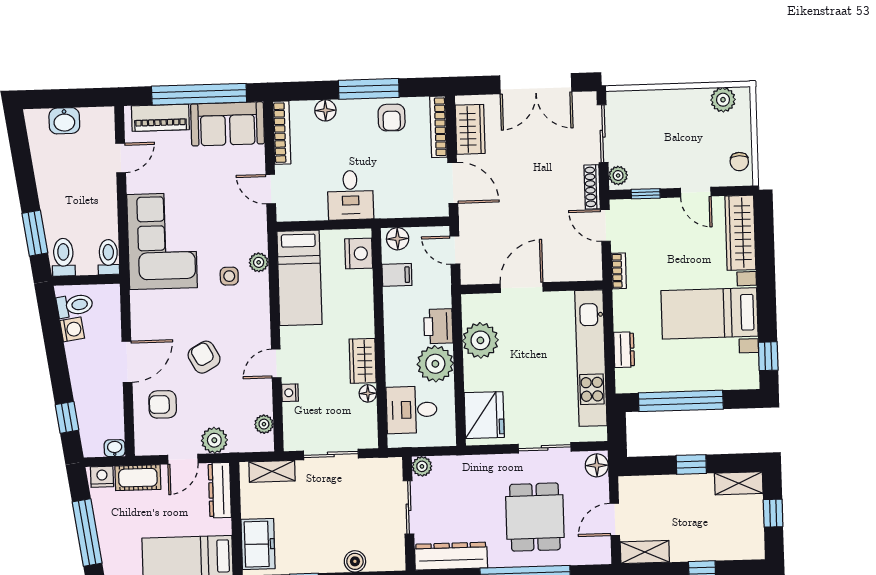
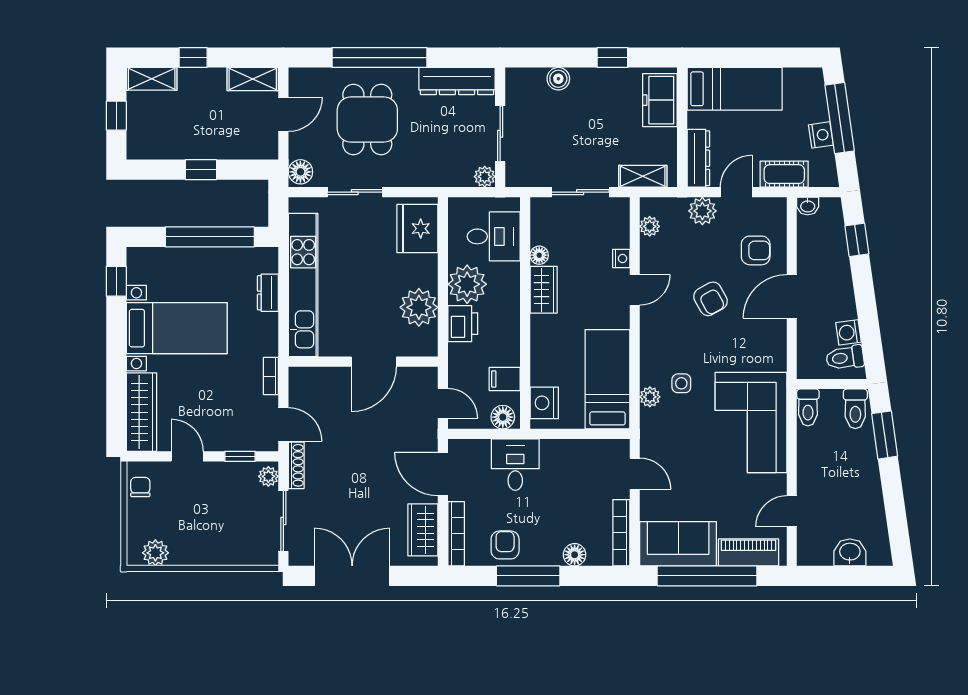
desk: (350, 195) -> (515, 465), moved
nightstand: (102, 477) -> (821, 135), moved, turned -98
shelving: (739, 483) -> (152, 79), moved

